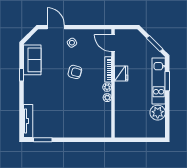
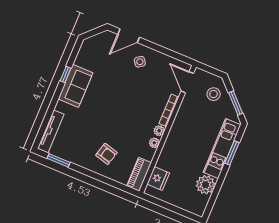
door: (56, 27) -> (129, 36), swing flipped
stool: (136, 44) -> (214, 94), added
sofa: (32, 60) -> (76, 86), moved
armchair: (75, 72) -> (106, 154), moved
fridge: (121, 73) -> (158, 179), moved
piano: (106, 125) -> (139, 174), added

